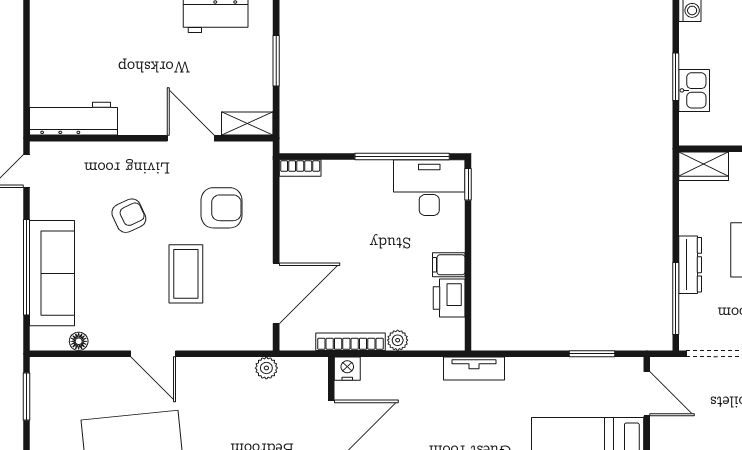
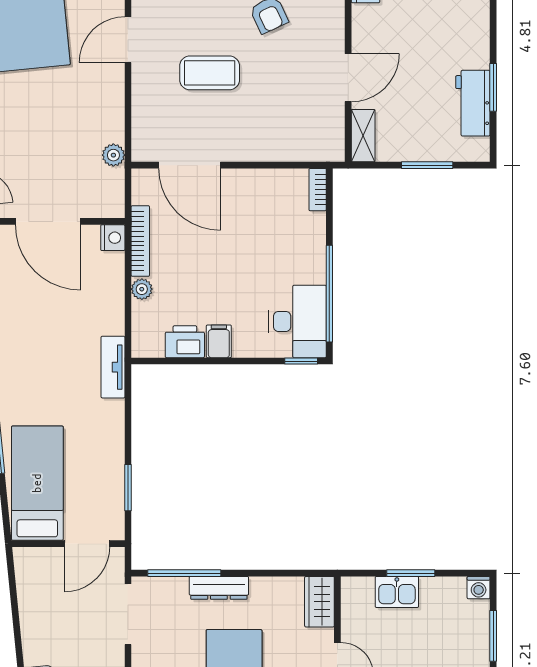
armchair: (222, 208) -> (277, 109), removed

